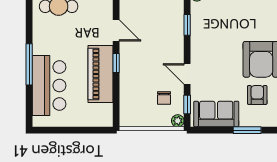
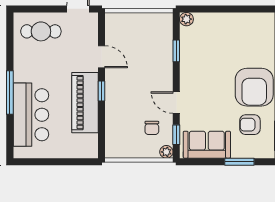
armchair: (257, 95) -> (250, 125), turned -90

